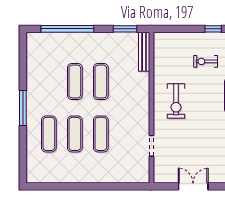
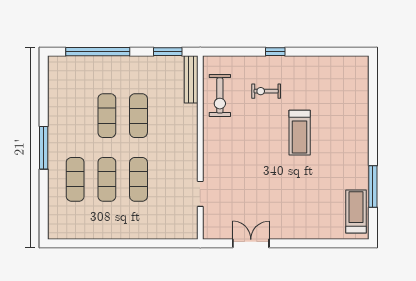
exercise bike: (176, 101) -> (220, 95), moved

